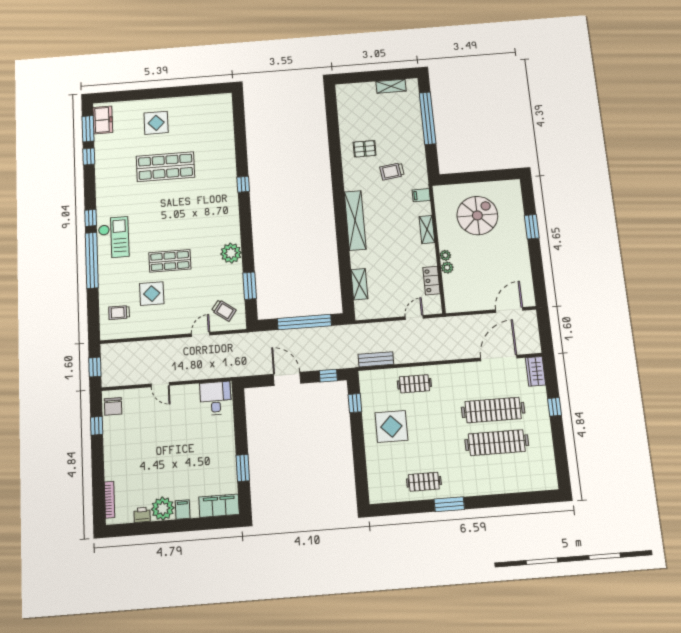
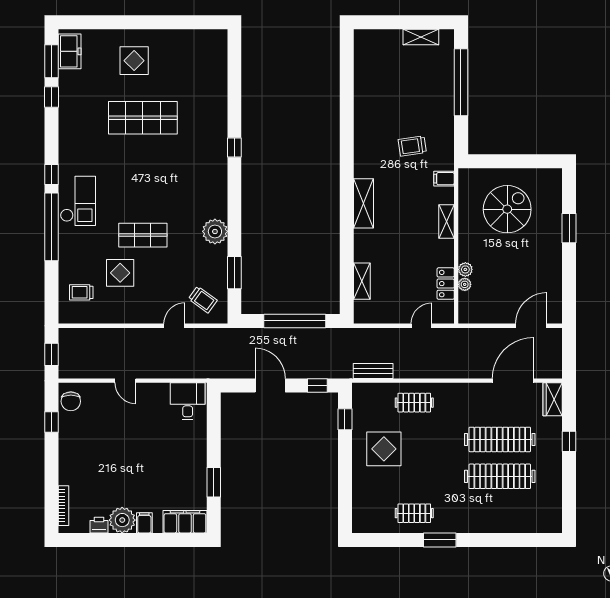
pallet: (365, 149) -> (382, 115), removed
shelving: (355, 220) -> (363, 203), width x0.68
plant: (445, 255) -> (465, 284), moved

